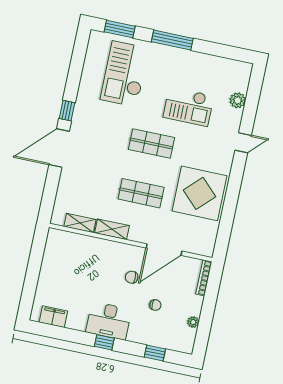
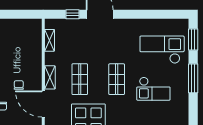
checkout: (188, 106) -> (153, 89), moved, turned -90
window: (67, 111) -> (72, 14), moved
shelving: (112, 229) -> (50, 77), moved

